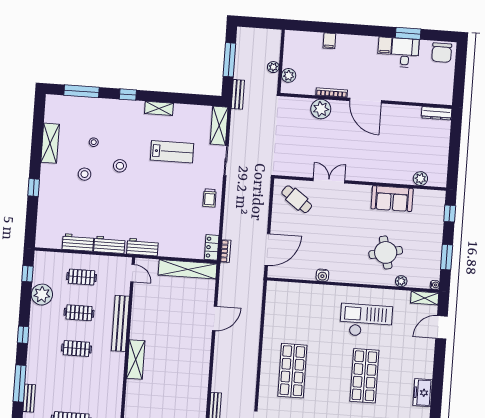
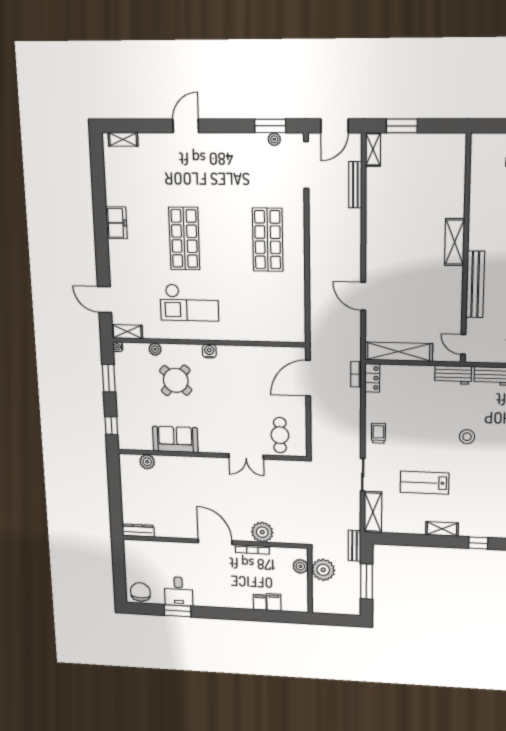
filing cabinet: (385, 46) -> (274, 602), moved
plant: (273, 67) -> (323, 570), width x1.87, depth x1.87
stool: (120, 166) -> (467, 437), moved
cafe table: (297, 199) -> (280, 435), turned 54
round table: (386, 252) -> (176, 380), turned -35
water cooler: (322, 275) -> (209, 351), moved
door: (215, 318) -> (363, 296), hinge flipped
door: (442, 327) -> (105, 300), swing flipped

